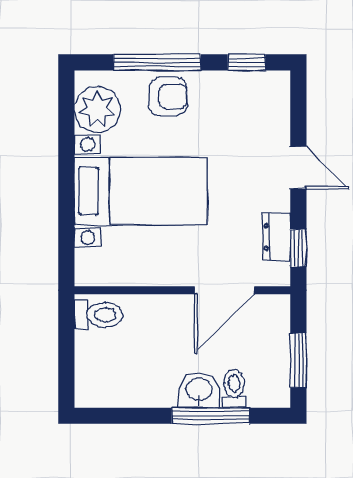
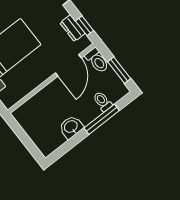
toilet: (98, 315) -> (97, 60), moved, turned 90
washbasin: (199, 390) -> (71, 127), moved

